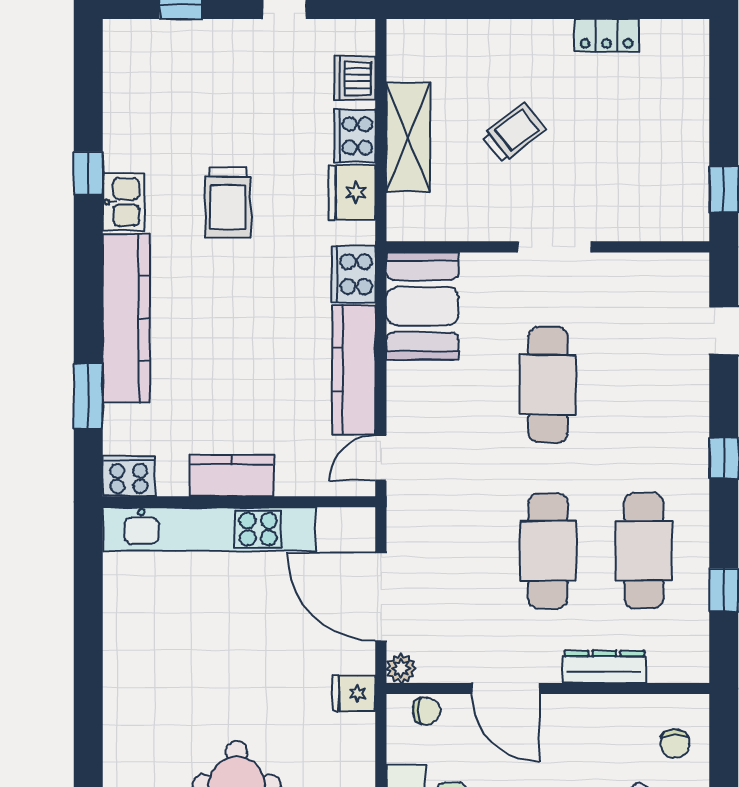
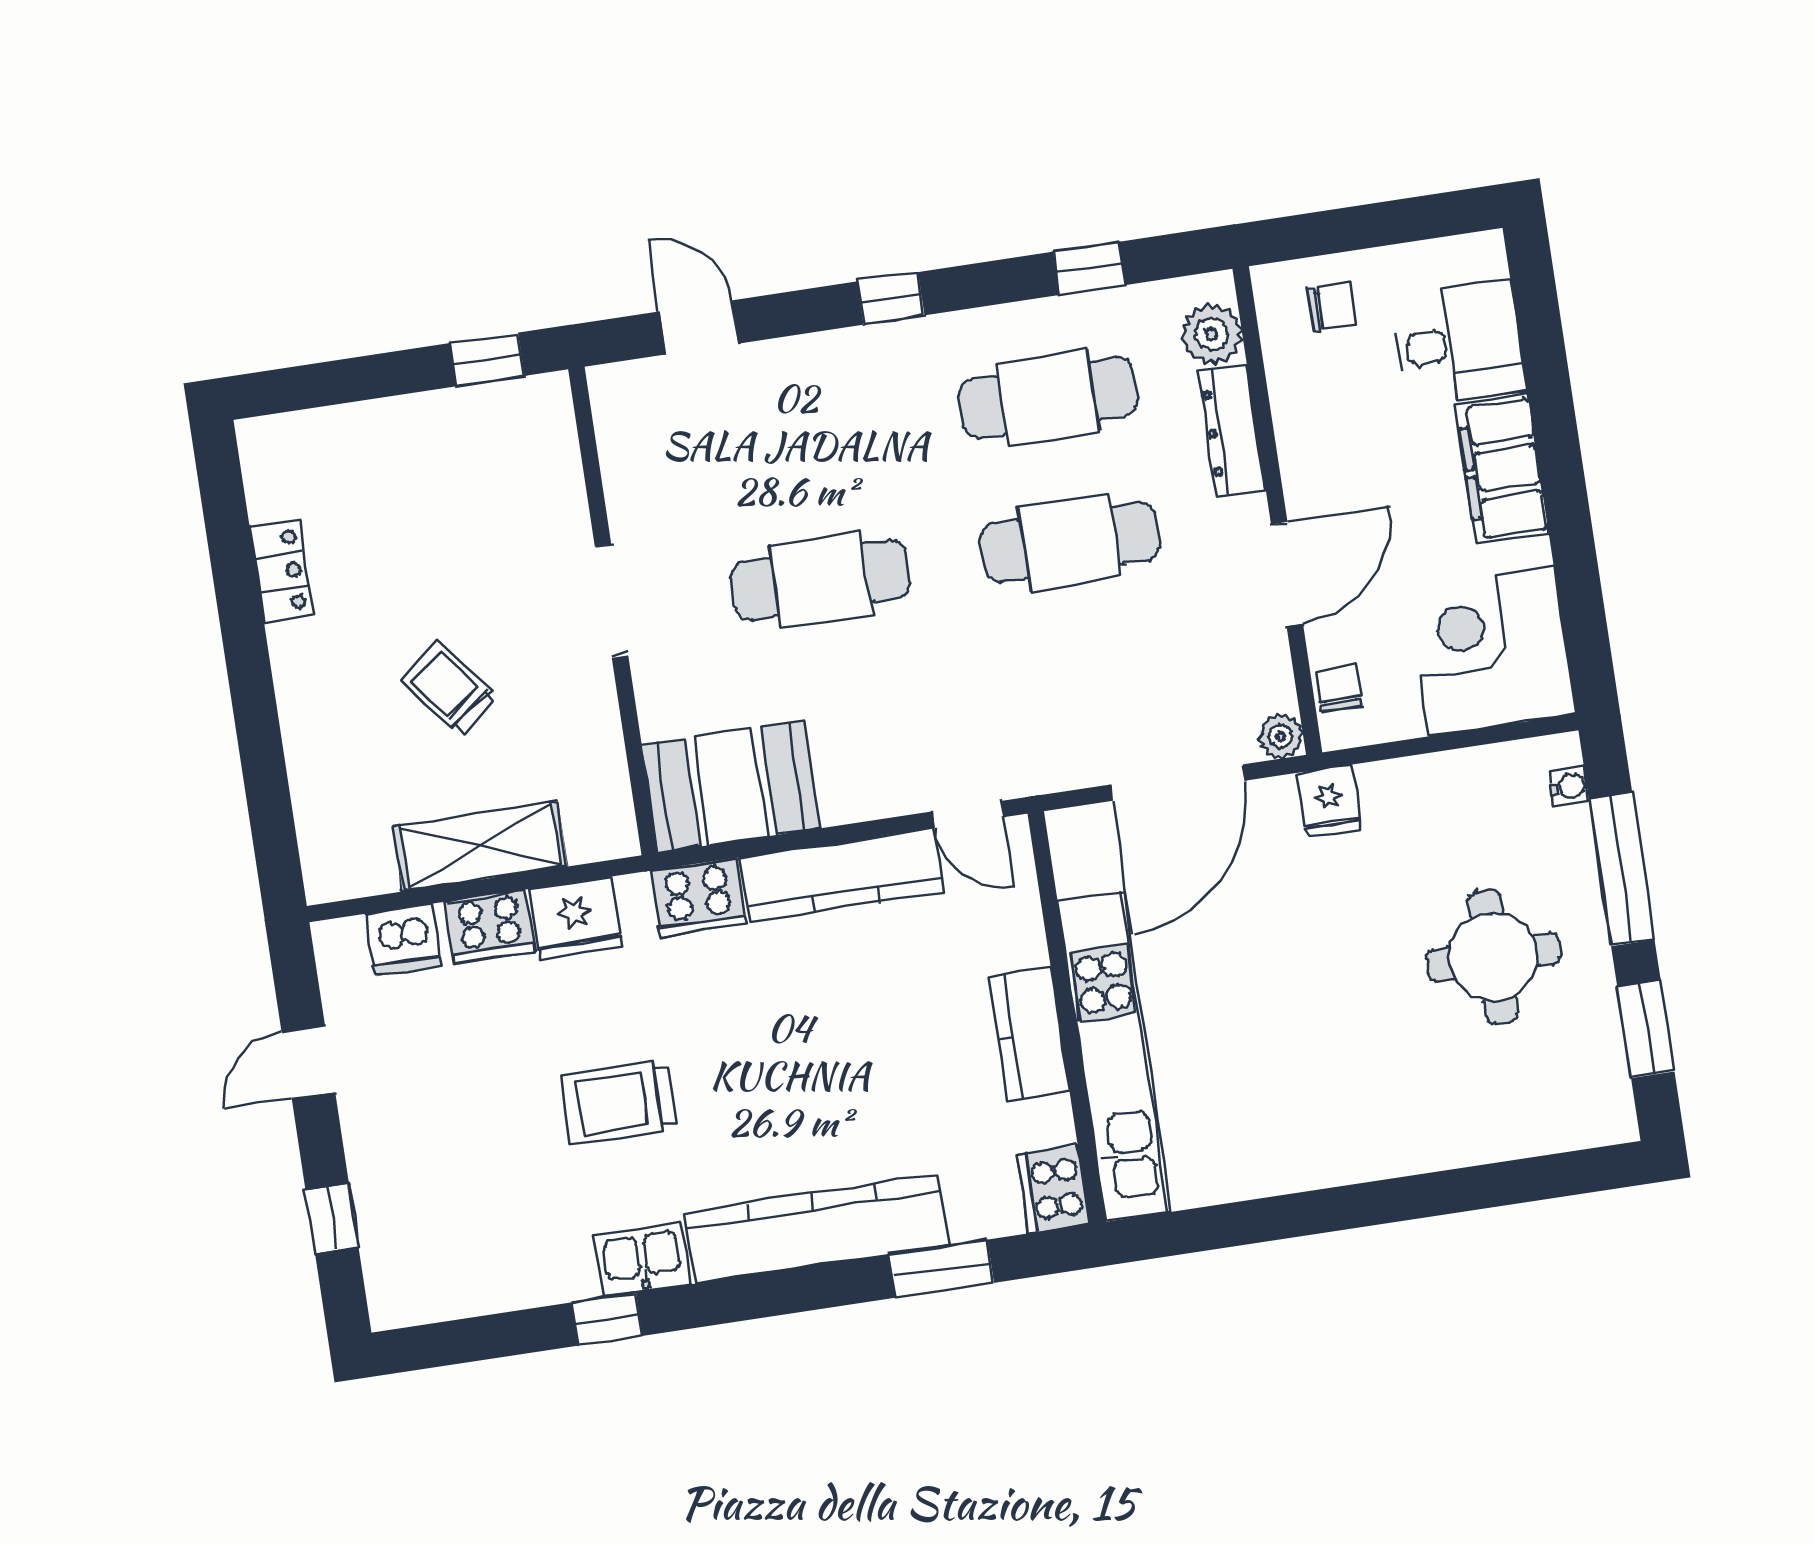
trolley: (228, 202) -> (619, 1102), turned 180
plant: (669, 663) -> (1212, 334), added

